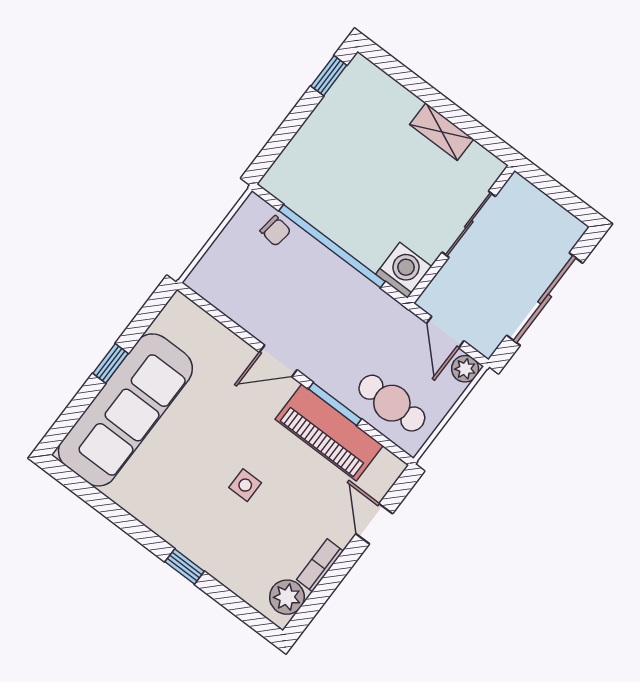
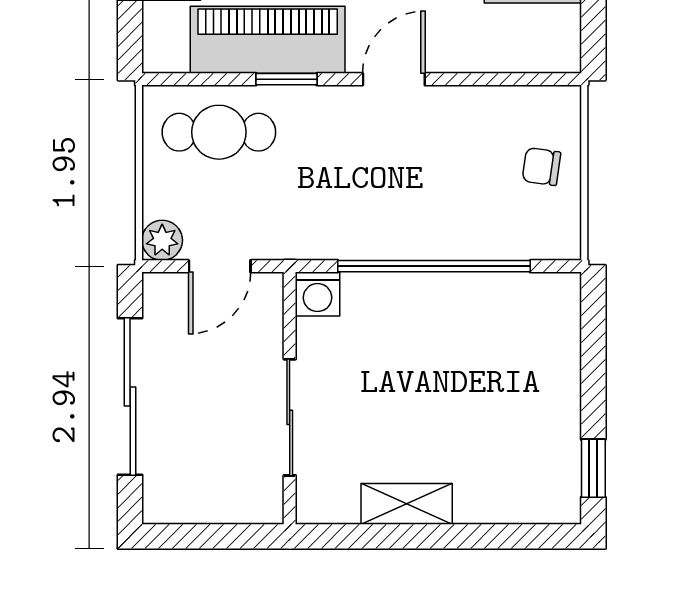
chair: (275, 231) -> (541, 167), moved
washing machine: (404, 270) -> (318, 294), width x0.73, depth x0.73
door: (445, 332) -> (220, 266), swing flipped
window: (335, 404) -> (286, 79), width x0.67

